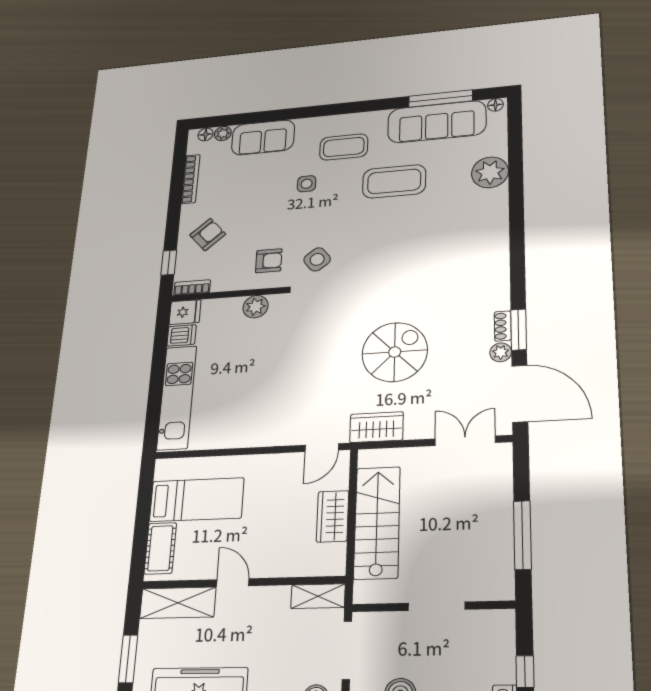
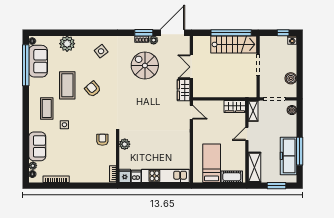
window: (441, 99) -> (26, 65), width x1.46
sofa: (437, 122) -> (38, 61), width x0.73
armchair: (208, 235) -> (93, 89), moved
side table: (317, 259) -> (101, 51), moved
window: (169, 263) -> (99, 186), removed
spiral stairs: (395, 352) -> (145, 66), moved
double door: (465, 441) -> (191, 67), moved
wardrobe: (333, 516) -> (235, 107), moved
stairs: (377, 522) -> (234, 44), moved, turned 180
window: (522, 535) -> (231, 33), width x1.46
door: (233, 583) -> (247, 134), moved

